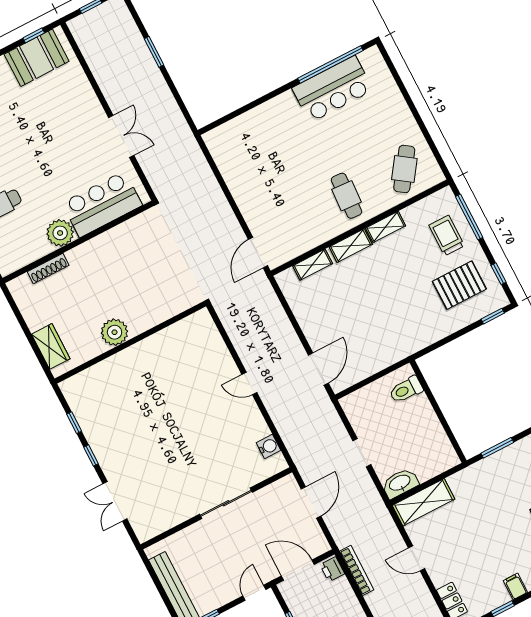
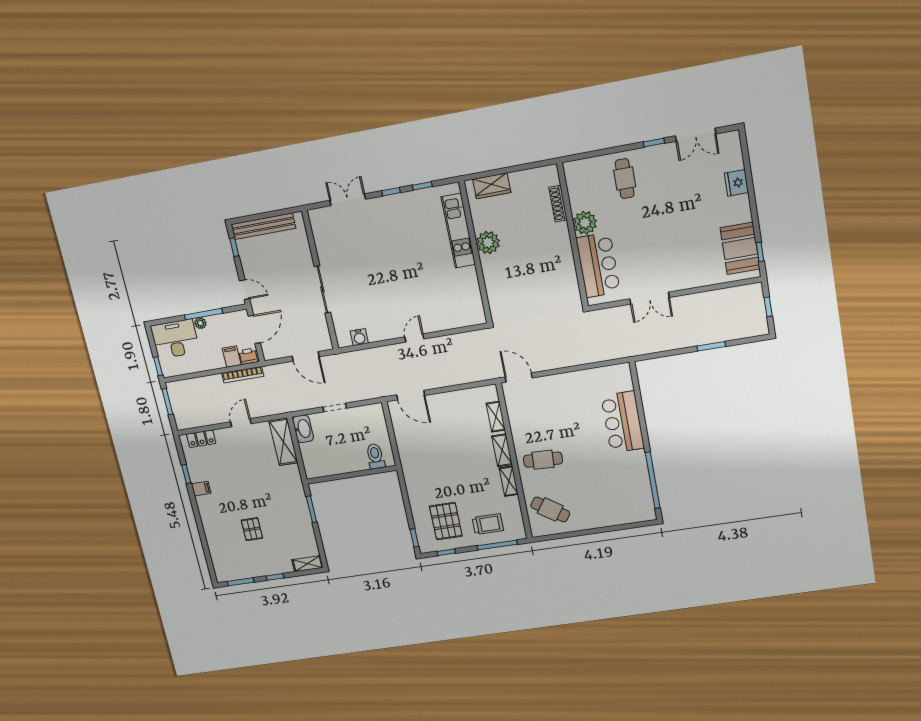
bar counter: (332, 89) -> (623, 422), moved
kitchen unit: (112, 369) -> (458, 231), added
filing cabinet: (339, 589) -> (232, 357), added

